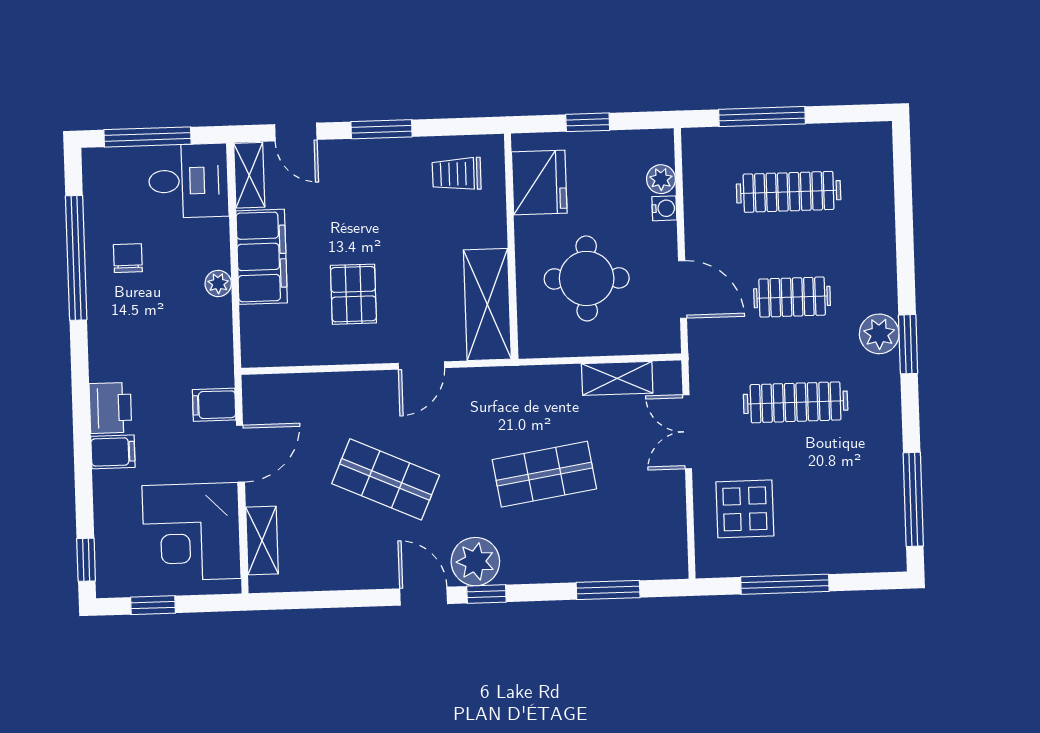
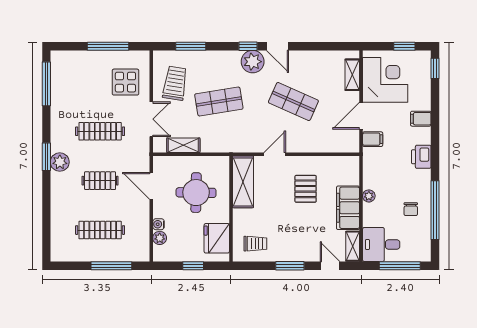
printer: (110, 408) -> (421, 157), moved
trolley: (639, 510) -> (175, 83), added

